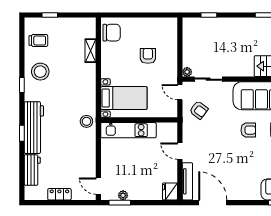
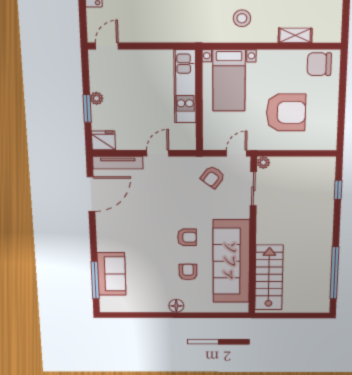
chair: (112, 33) -> (319, 64), turned 90
armchair: (148, 56) -> (286, 112), width x1.88, depth x1.88
stool: (86, 121) -> (242, 18), moved
armchair: (248, 130) -> (187, 237), turned -90
plant: (123, 195) -> (97, 98), moved
window: (120, 203) -> (87, 108), moved

